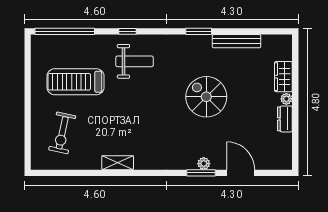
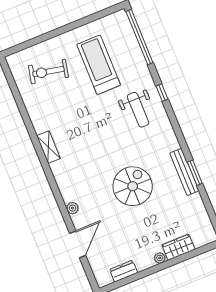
window: (199, 31) -> (195, 173), moved
bench: (236, 41) -> (184, 172), moved
dresser: (285, 119) -> (124, 271), moved
shelving: (118, 163) -> (48, 147), moved
window: (201, 173) -> (63, 209), removed

